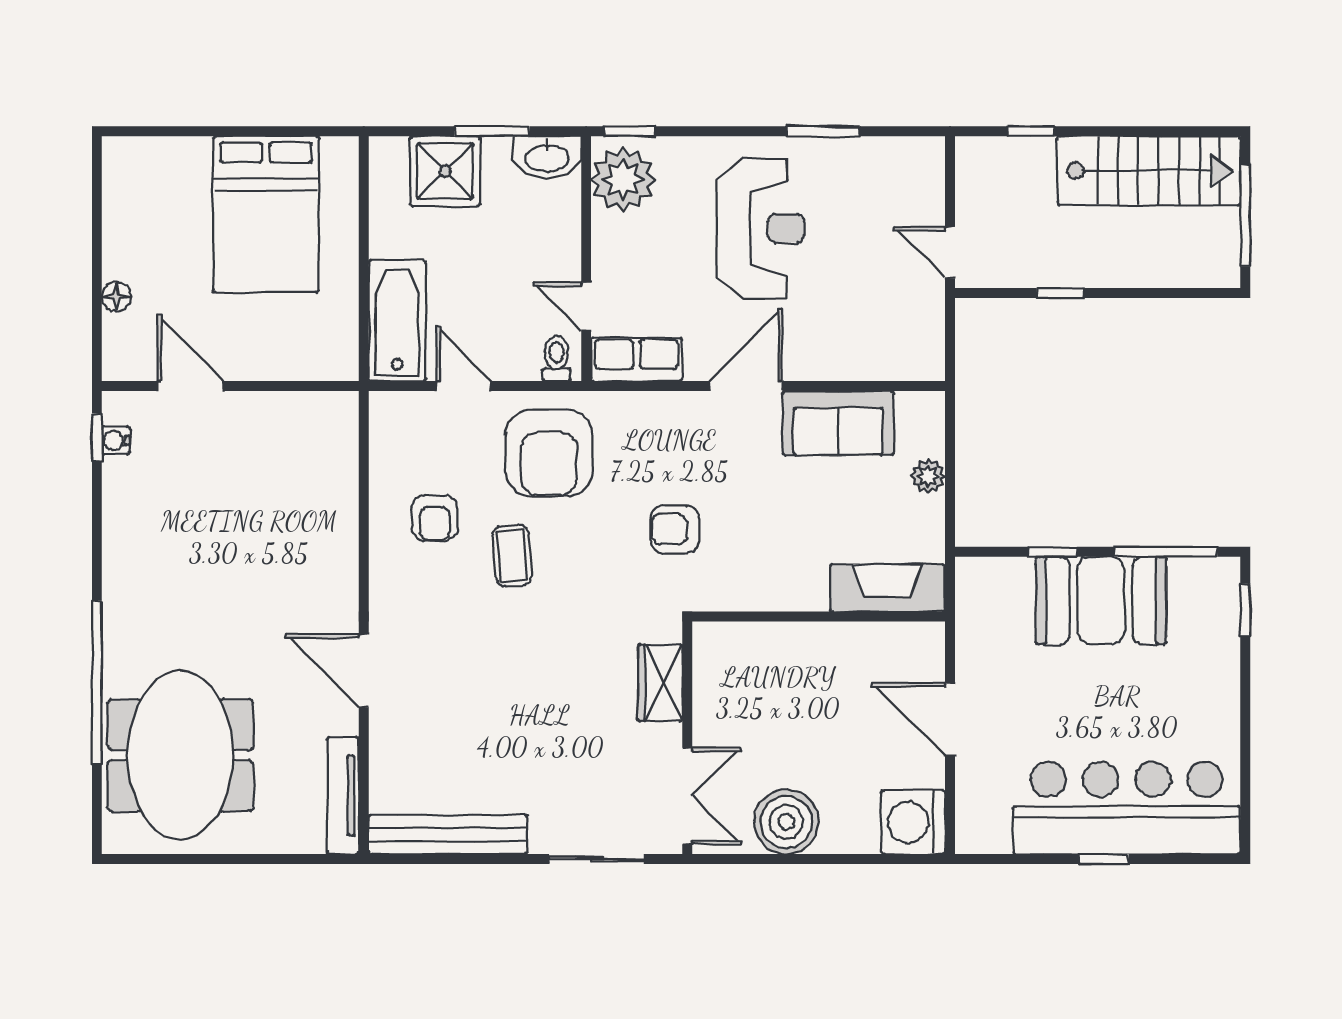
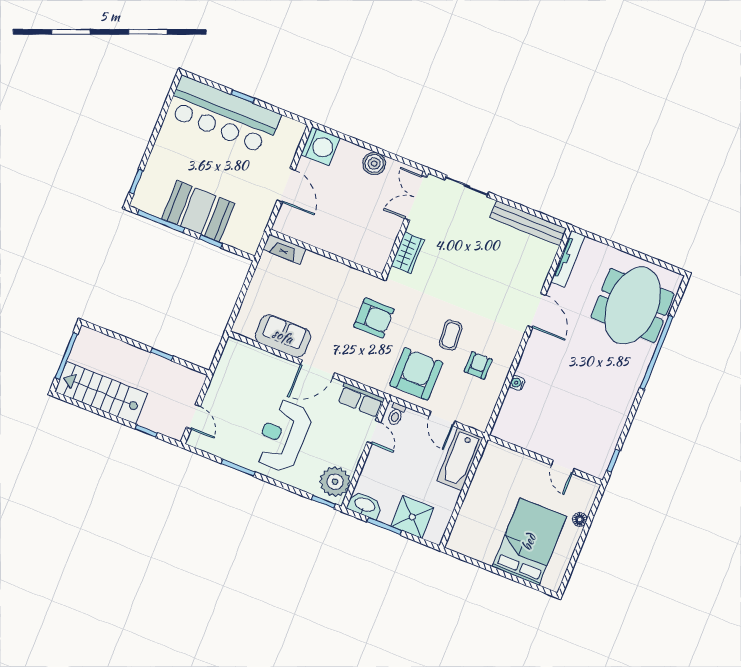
bed: (266, 214) -> (529, 542), moved
door: (950, 253) -> (193, 417), moved
door: (191, 386) -> (563, 467), width x0.73
water cooler: (116, 440) -> (517, 383), moved, turned 180
plant: (928, 476) -> (253, 297), removed
armchair: (675, 529) -> (374, 318), width x1.38, depth x1.38
fireplace: (888, 588) -> (284, 249), width x0.73, depth x0.76
boiler: (786, 822) -> (374, 164), width x0.73, depth x0.73

